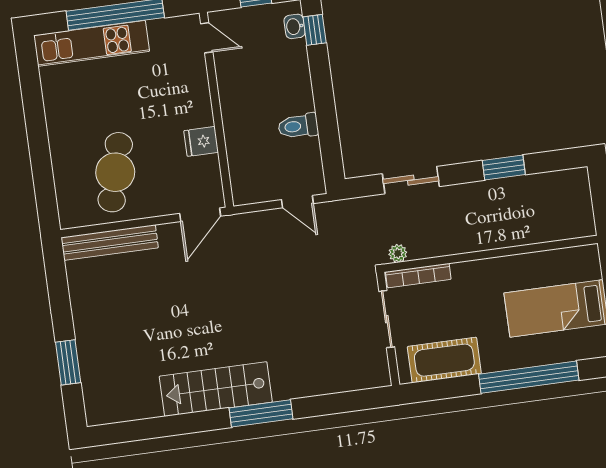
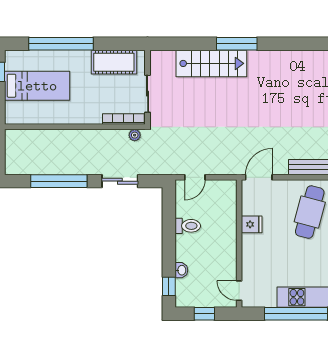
washbasin: (295, 26) -> (181, 270), moved
window: (504, 168) -> (59, 181), width x2.11
door: (297, 202) -> (195, 177), swing flipped
stairs: (216, 389) -> (211, 63), moved

